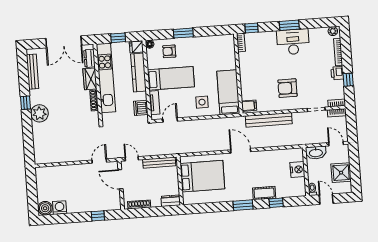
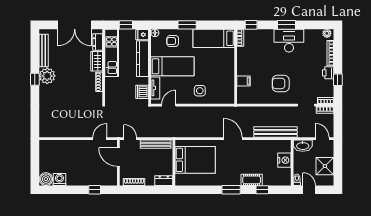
kitchen unit: (106, 78) -> (112, 53), width x0.73
bed: (228, 92) -> (214, 38), moved, turned -90
filing cabinet: (249, 106) -> (244, 81), moved
plant: (39, 113) -> (47, 76), moved
bench: (269, 120) -> (276, 132), moved

